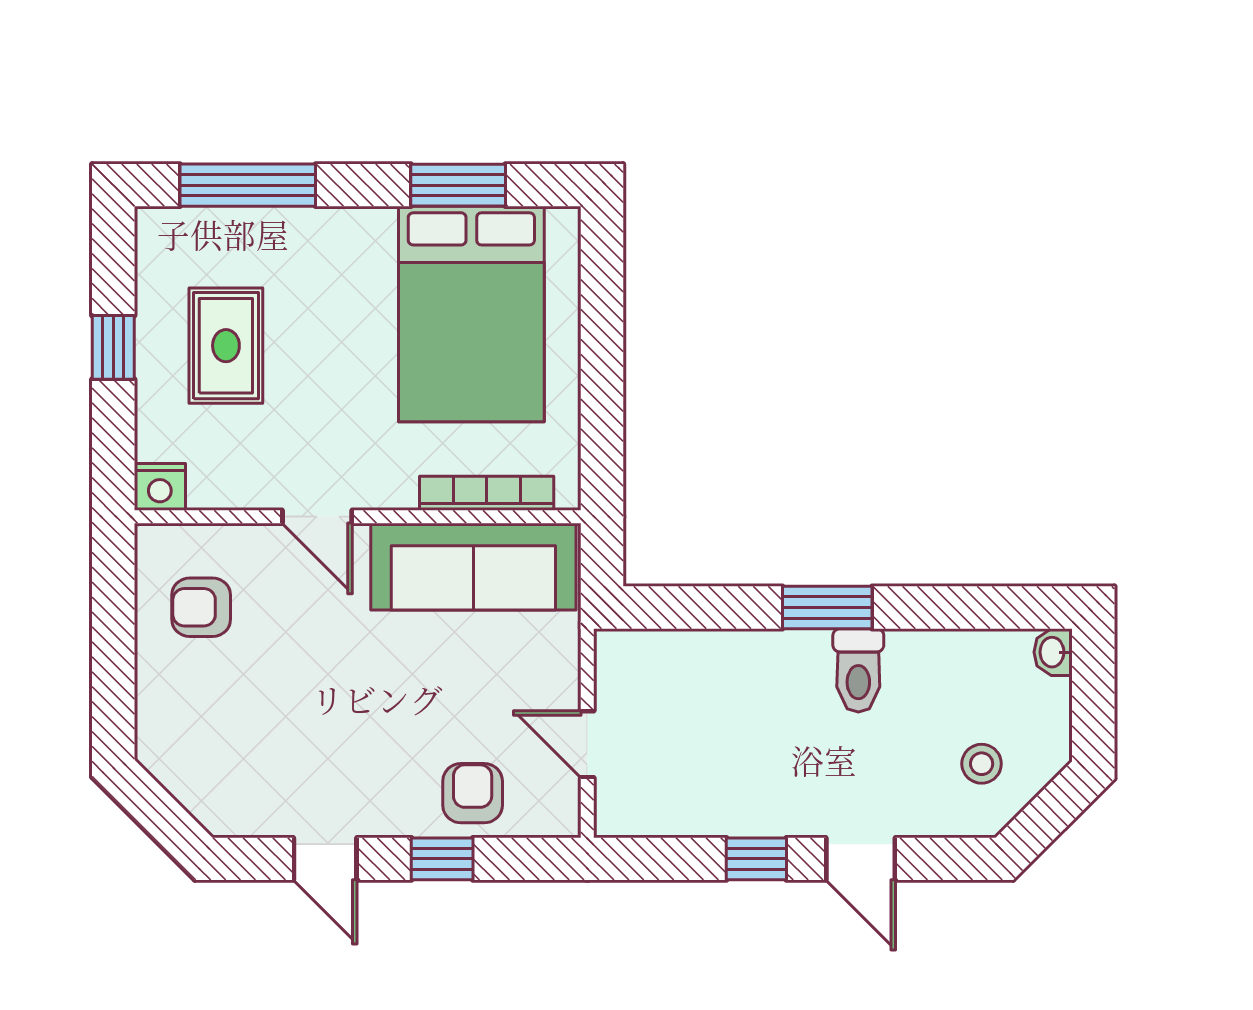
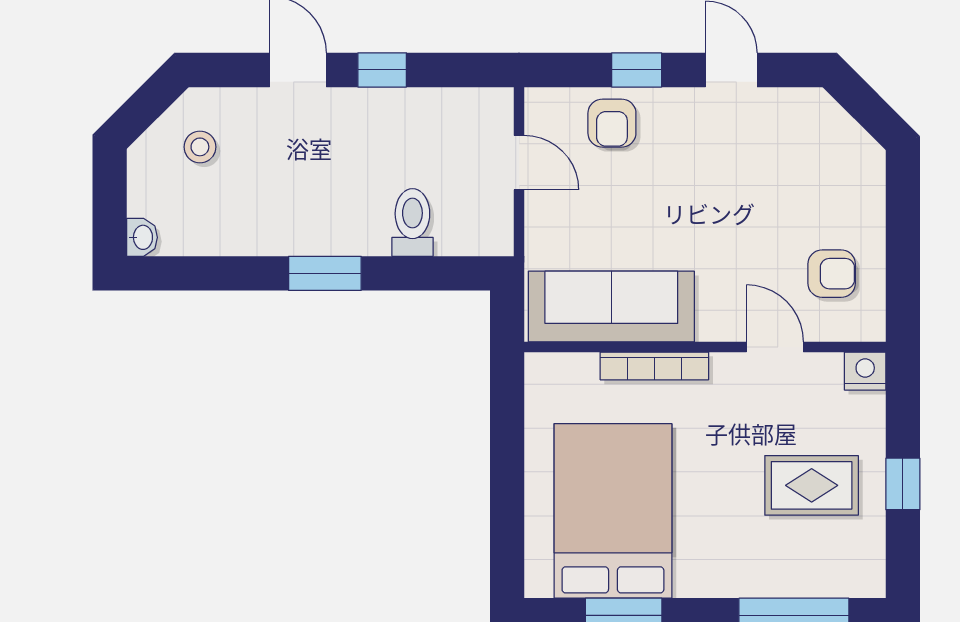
rug: (226, 346) -> (812, 485), turned 90
bookcase: (487, 493) -> (654, 366), moved
door: (317, 517) -> (775, 347), moved
toilet: (858, 670) -> (412, 222), moved

